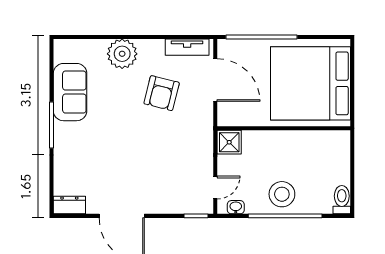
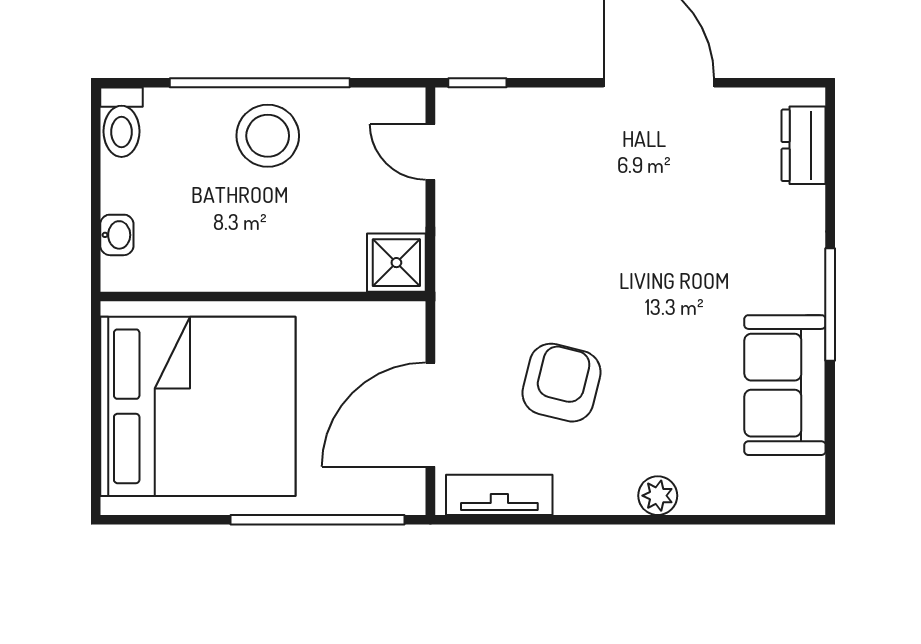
plant: (122, 54) -> (658, 496), width x0.53, depth x0.53
door: (215, 80) -> (430, 415), hinge flipped
door: (215, 188) -> (430, 152), hinge flipped
dresser: (69, 205) -> (804, 145), moved, turned 90
washbasin: (236, 207) -> (117, 235), moved, turned -90

